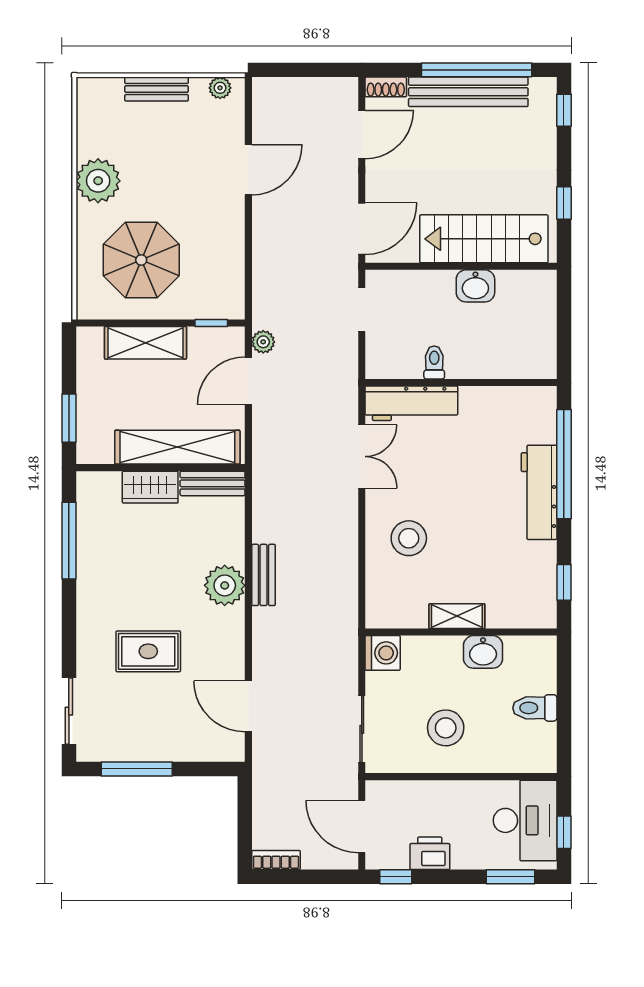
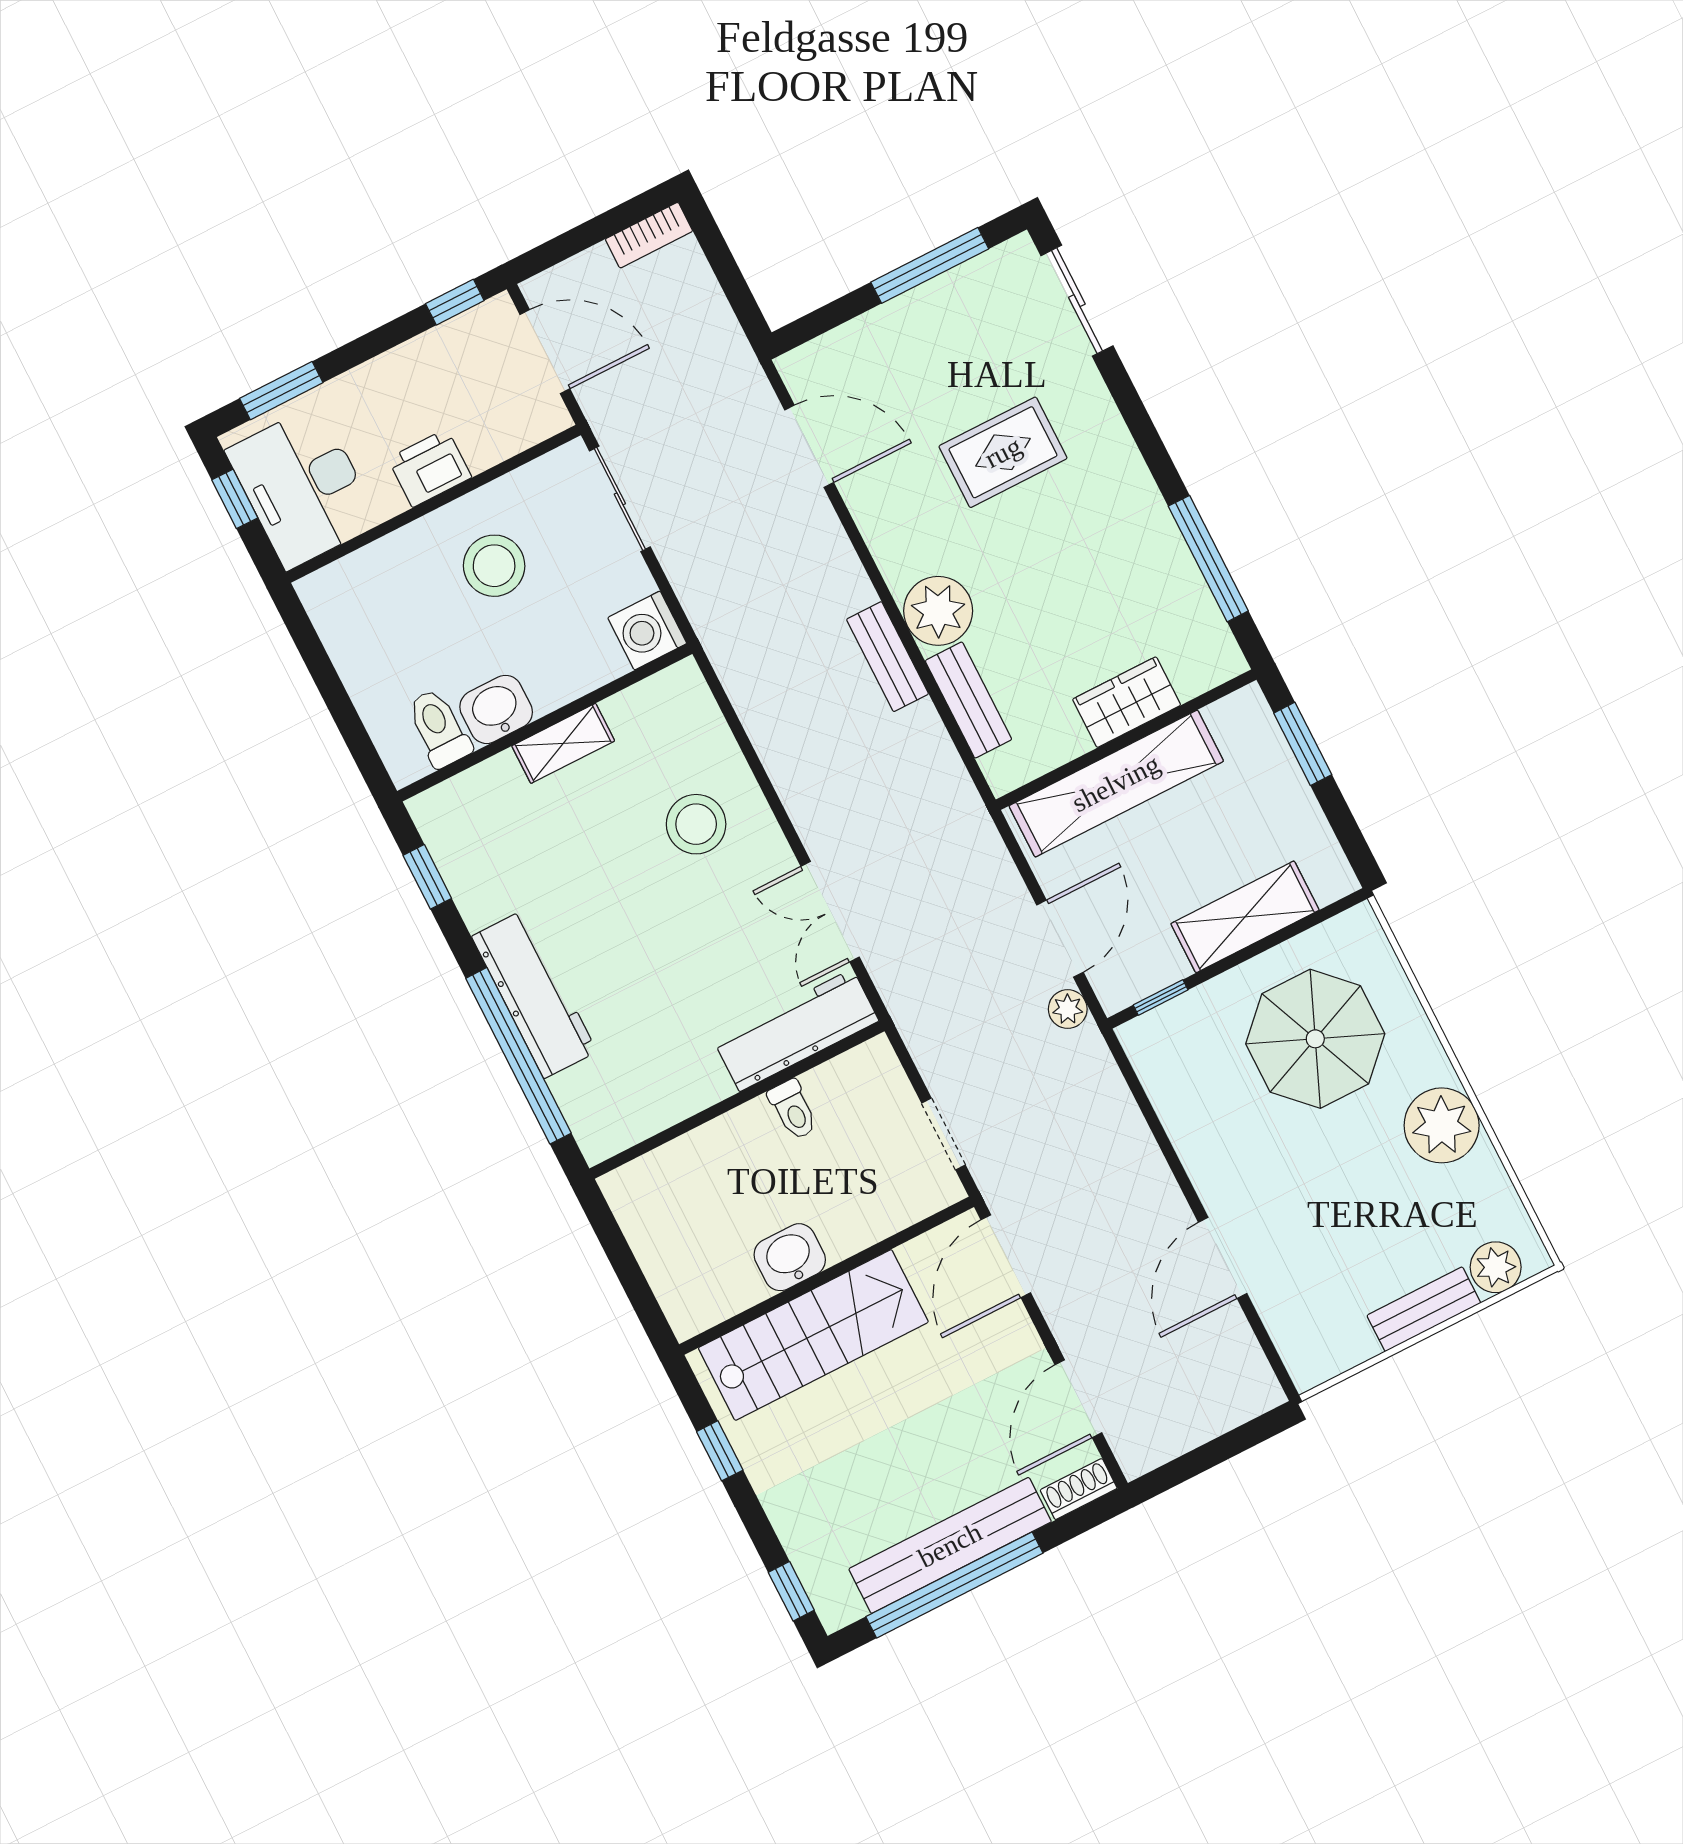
plant: (220, 88) -> (1496, 1267), moved, width x1.38, depth x1.38
bench: (213, 483) -> (968, 700), moved, turned 90
toilet: (535, 708) -> (439, 728), moved, turned -90
printer: (430, 853) -> (430, 468), moved, turned 180

